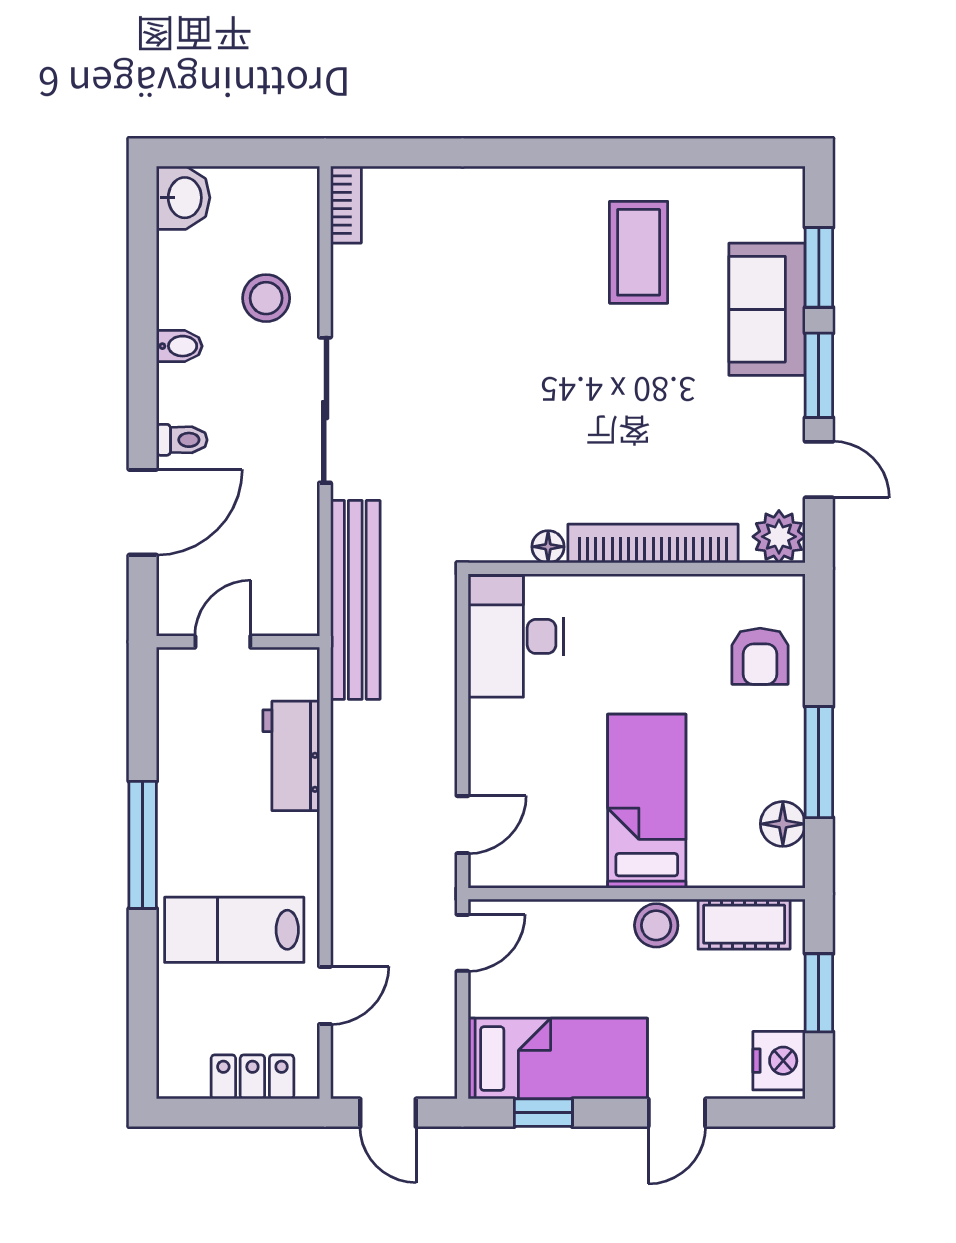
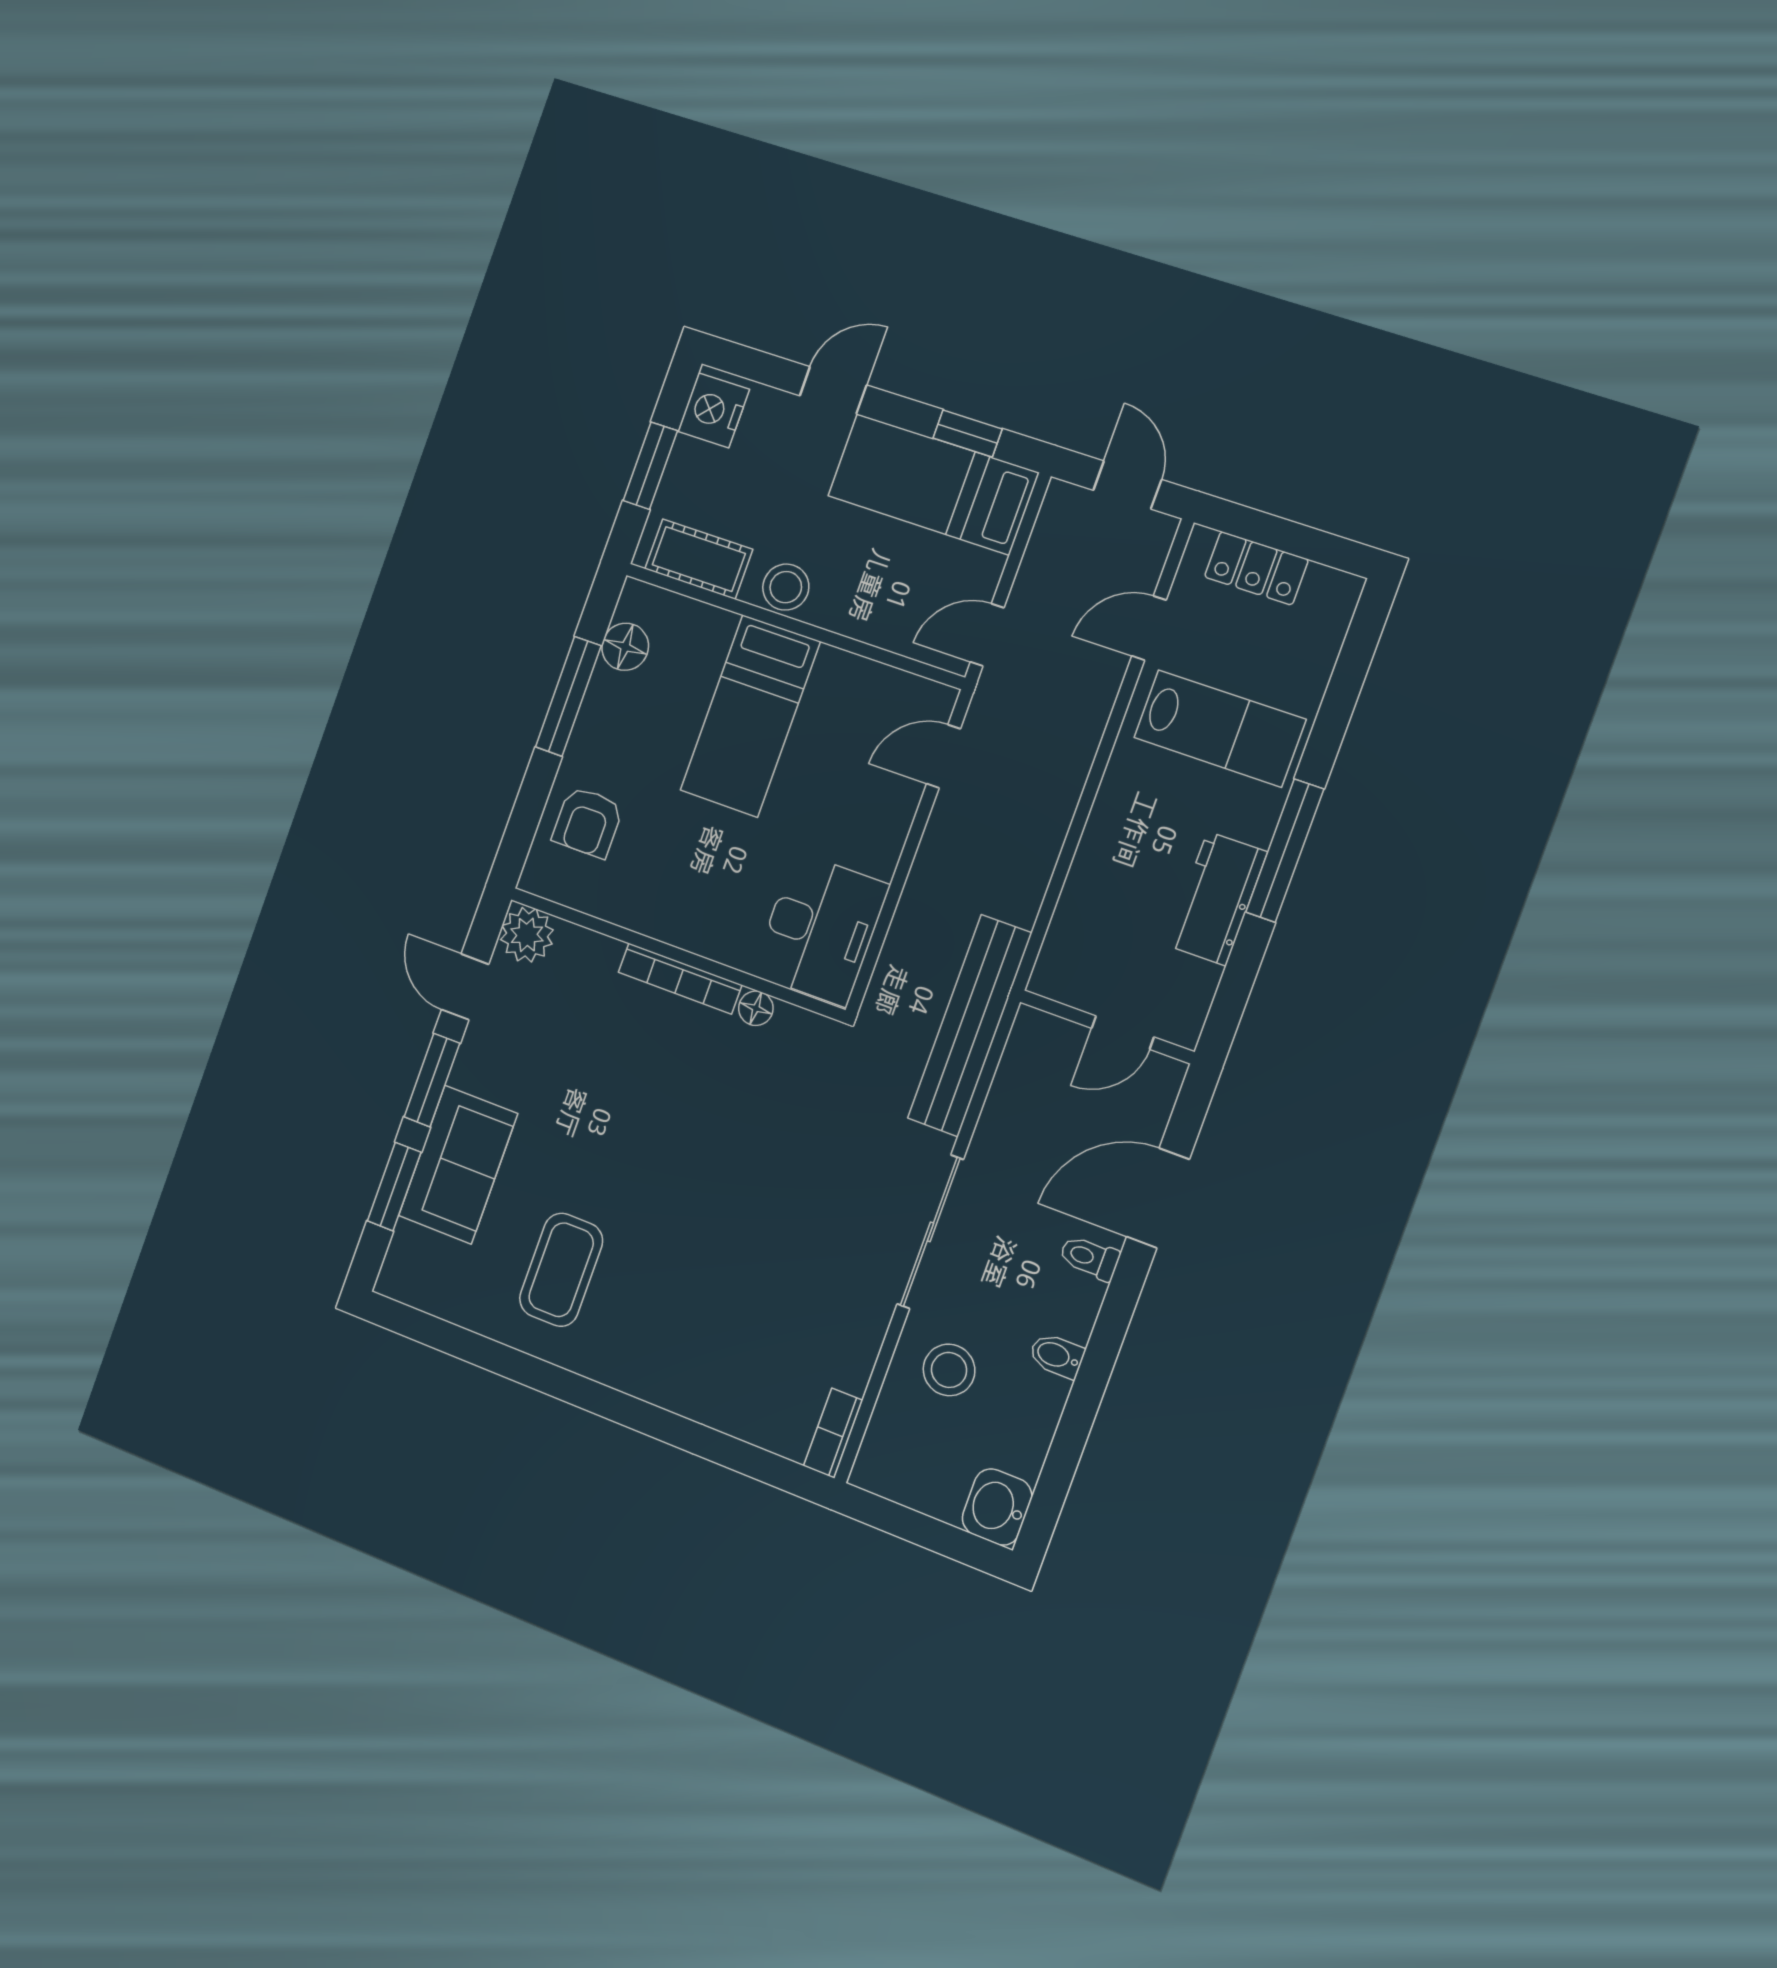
bookcase: (653, 544) -> (680, 979), width x0.68, depth x0.76
armchair: (760, 656) -> (588, 822), turned 180
workbench: (291, 756) -> (1217, 899), moved, turned 180

